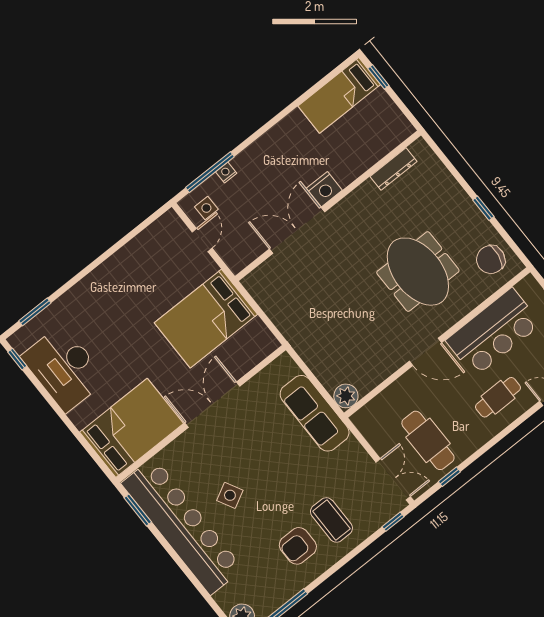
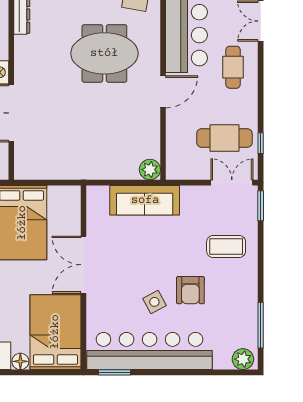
floor lamp: (80, 417) -> (20, 361), added
window: (393, 522) -> (261, 206), width x1.50
armchair: (298, 546) -> (190, 290), moved

